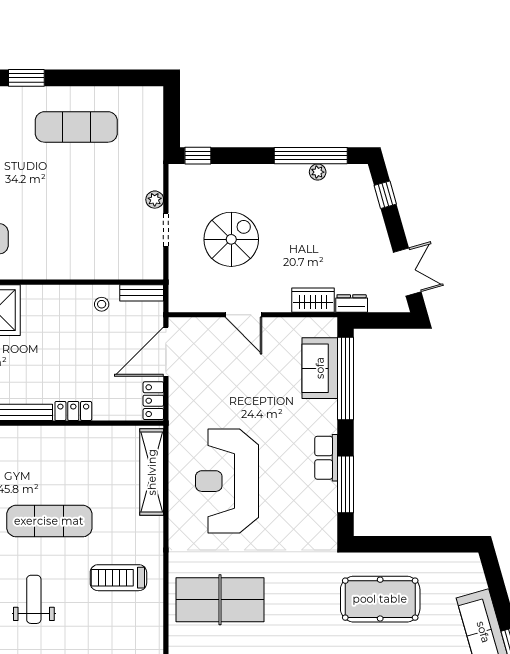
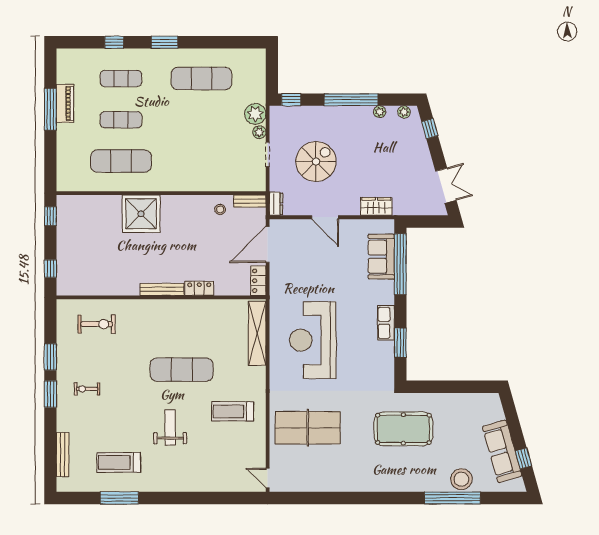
window: (311, 156) -> (351, 100), moved
plant: (350, 172) -> (404, 112), added
plant: (149, 175) -> (255, 114), added
dresser: (352, 303) -> (276, 204), moved, turned 90
window: (346, 484) -> (400, 343), width x0.69
pool table: (380, 599) -> (403, 429), moved

